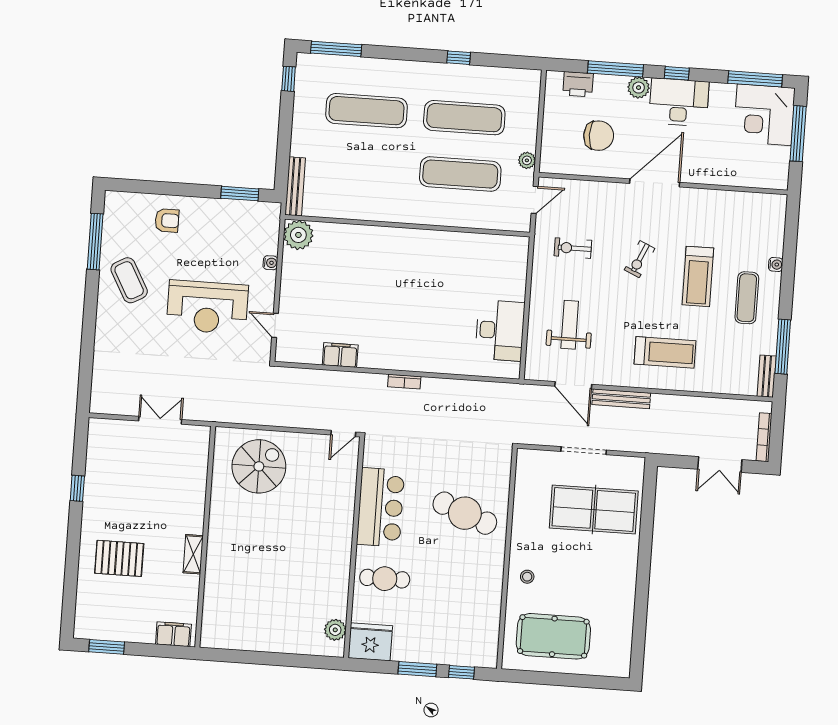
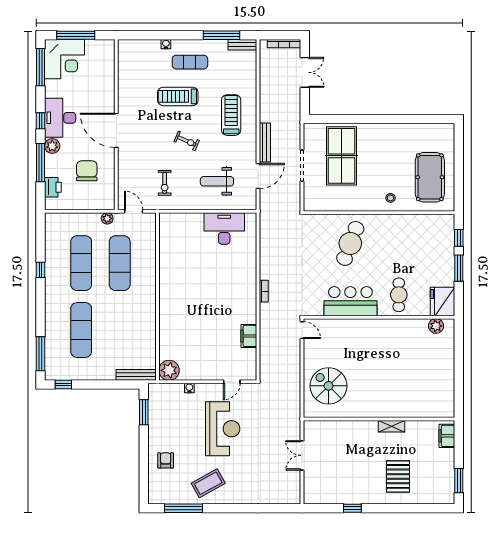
exercise bike: (640, 259) -> (187, 141), moved
treadmill: (698, 276) -> (178, 96), turned 180

